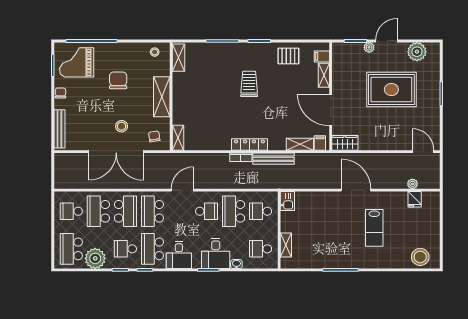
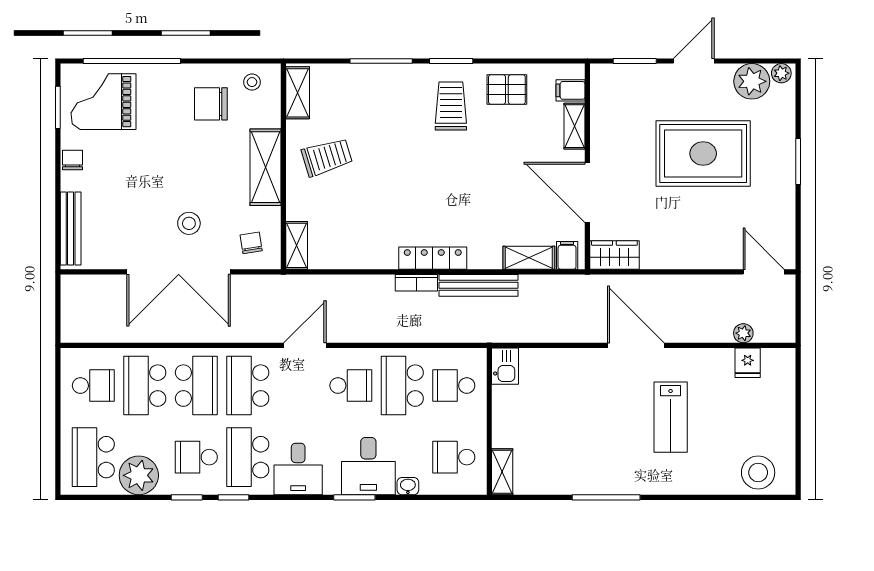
plant: (369, 47) -> (781, 73), moved
chair: (118, 80) -> (211, 104), moved, turned -90
trolley: (249, 84) -> (451, 106), moved
trolley: (194, 91) -> (327, 157), added
school desk: (71, 211) -> (93, 386), turned 180
shelving: (286, 245) -> (502, 472), moved

